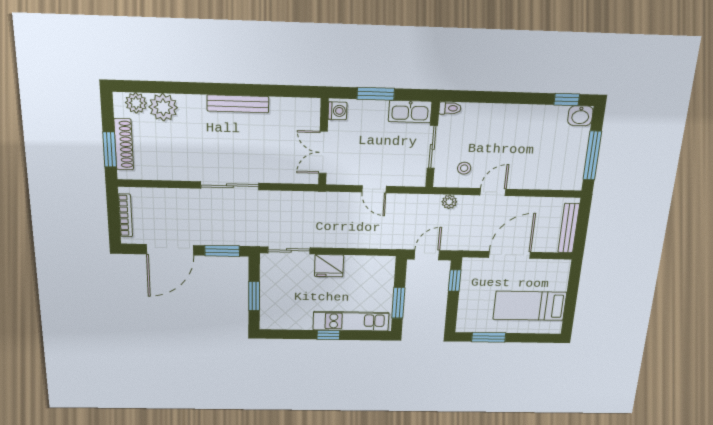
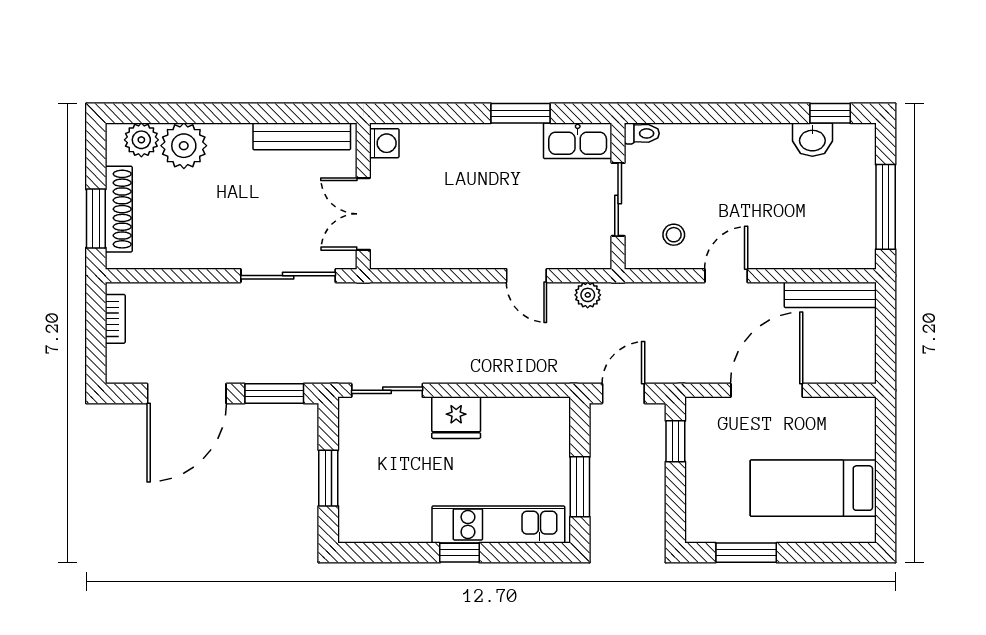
washing machine: (338, 111) -> (384, 143), moved
washbasin: (580, 116) -> (812, 140), moved
wall: (323, 142) -> (363, 196), moved
double door: (323, 152) -> (363, 214), moved
plant: (449, 202) -> (588, 295), moved
bookcase: (125, 215) -> (115, 319), width x0.64
bench: (569, 228) -> (830, 295), moved, turned 90

